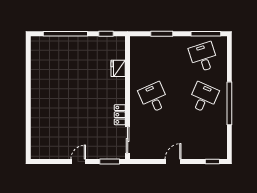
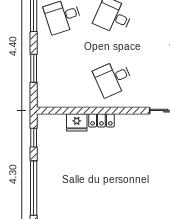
locker: (120, 115) -> (101, 120), moved

